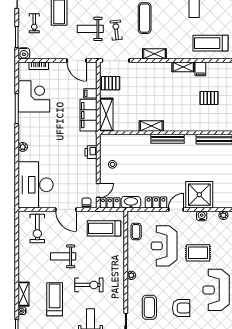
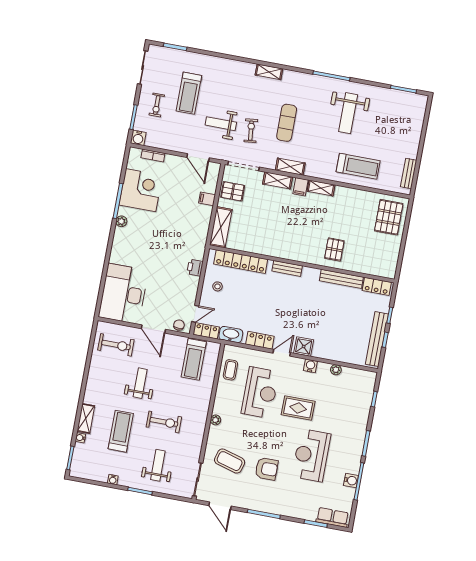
treadmill: (211, 43) -> (358, 166), turned 180
filing cabinet: (200, 69) -> (300, 187), moved
pallet: (209, 98) -> (334, 249), moved, turned 90
filing cabinet: (88, 115) -> (200, 224), removed
shelving: (151, 126) -> (278, 180), moved
bench: (167, 139) -> (287, 268), width x0.73
locker: (128, 140) -> (241, 262), added
plant: (23, 147) -> (121, 221), moved
shower: (199, 195) -> (304, 346), width x0.54, depth x0.54
exercise bike: (37, 228) -> (116, 345), turned -90
treadmill: (104, 228) -> (194, 359), turned -90
reception desk: (164, 246) -> (260, 393), turned 180
weight bench: (63, 256) -> (140, 383), turned 90
coffee table: (149, 307) -> (230, 461), turned -74

